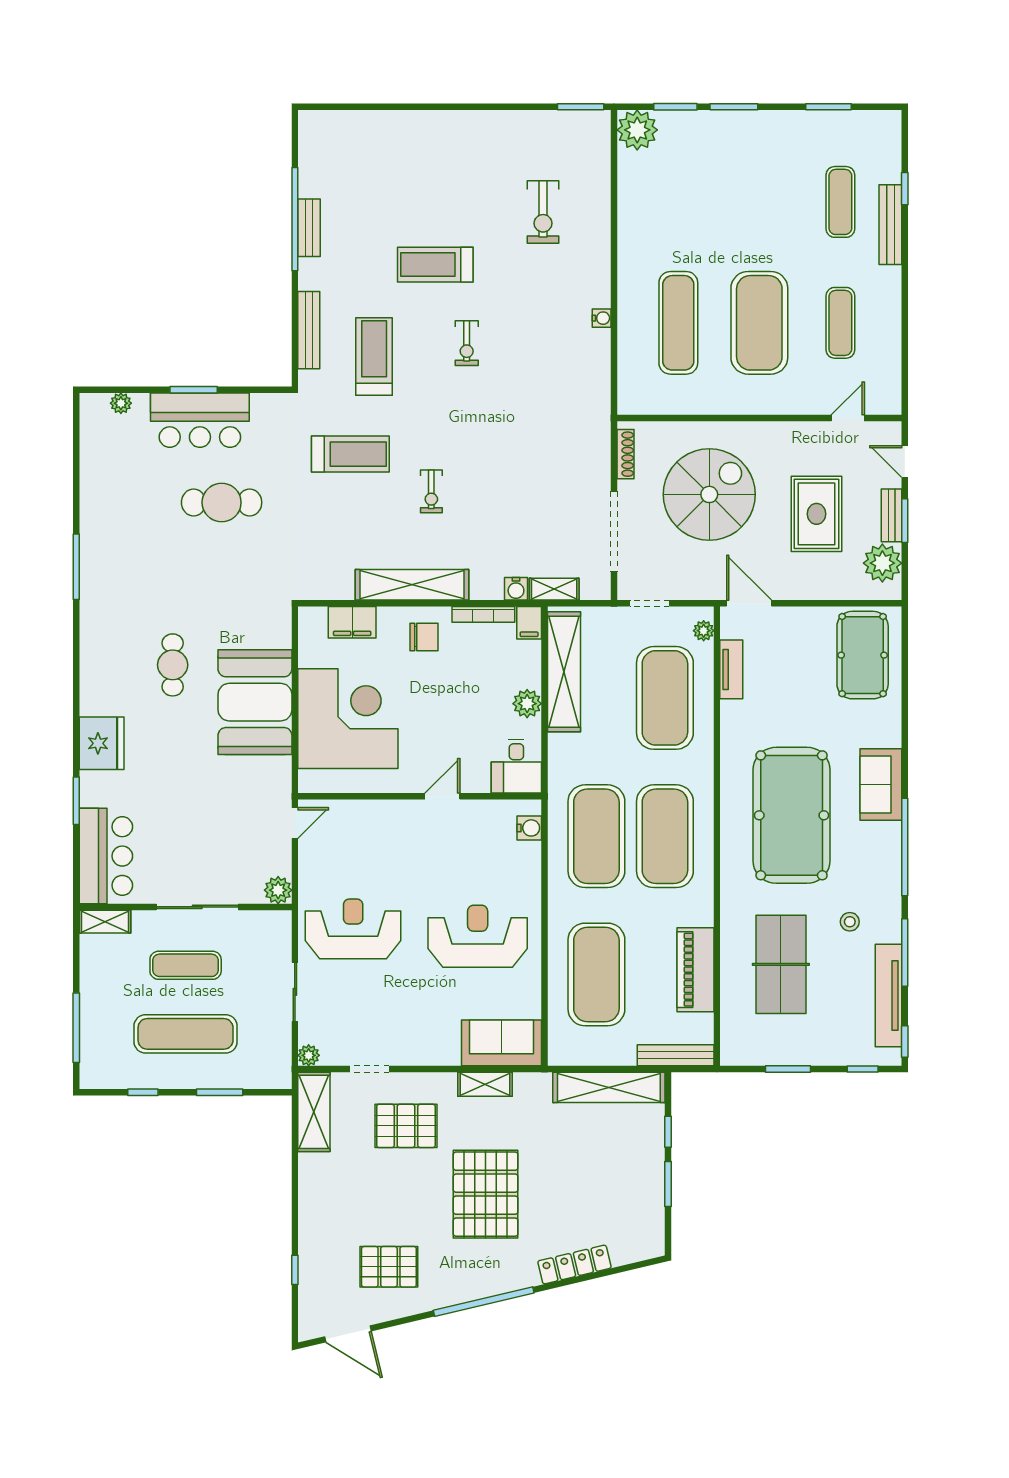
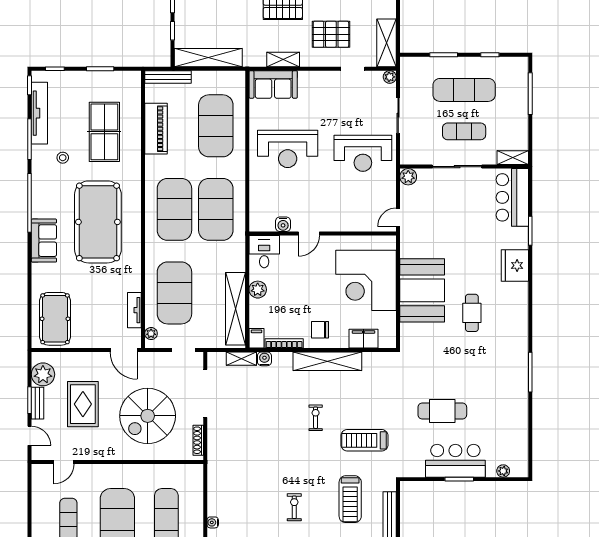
water cooler: (529, 828) -> (283, 224), moved, turned -90

